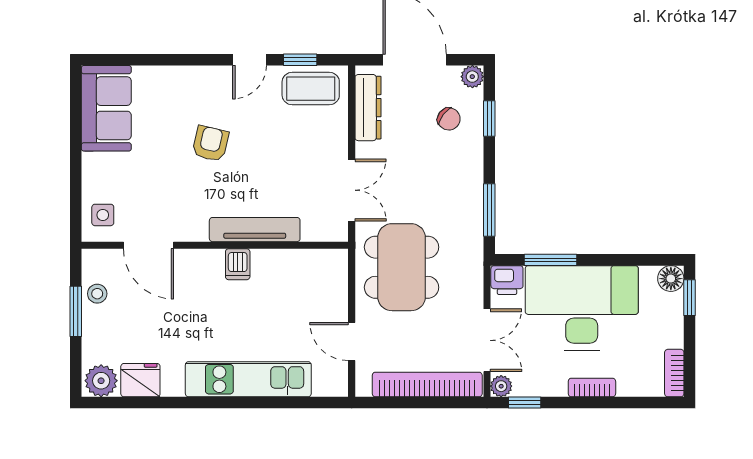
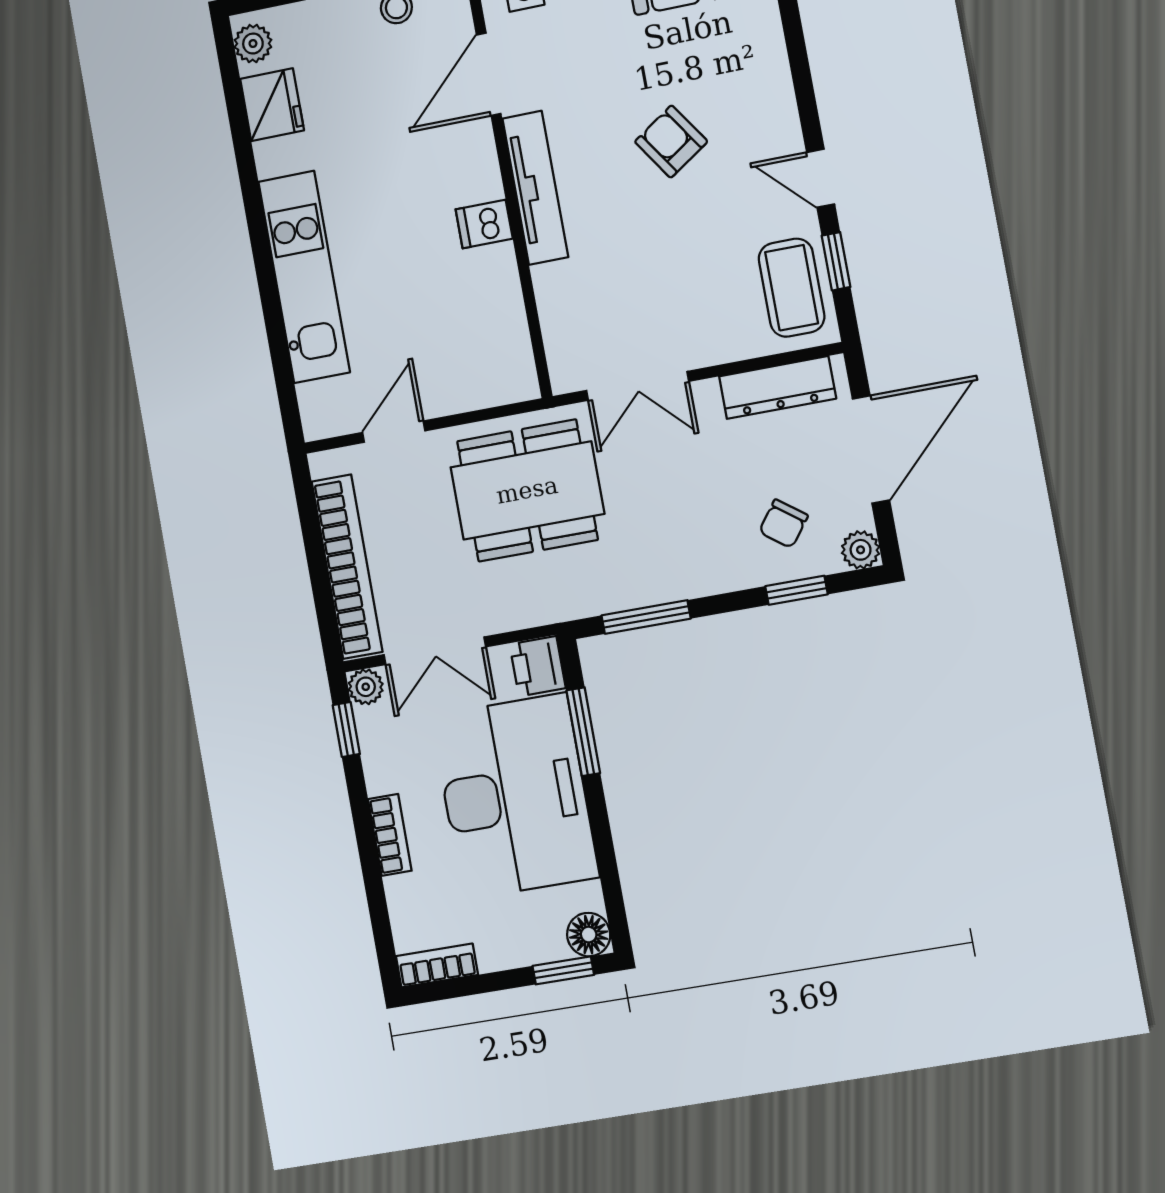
armchair: (210, 144) -> (671, 142), turned -137
tv unit: (255, 230) -> (535, 188), moved
plant: (101, 381) -> (253, 44), width x0.73, depth x0.73

